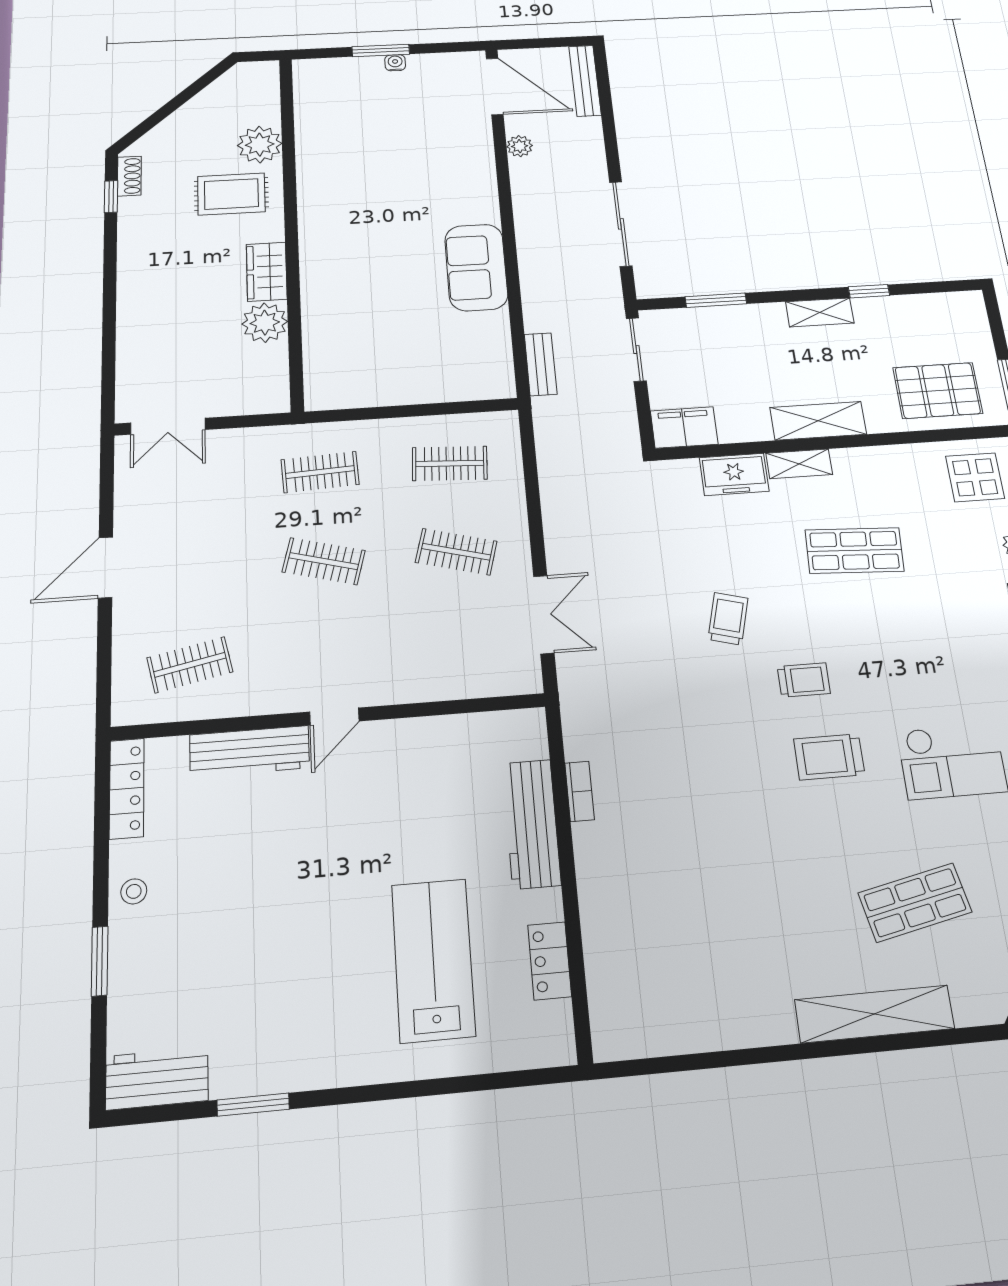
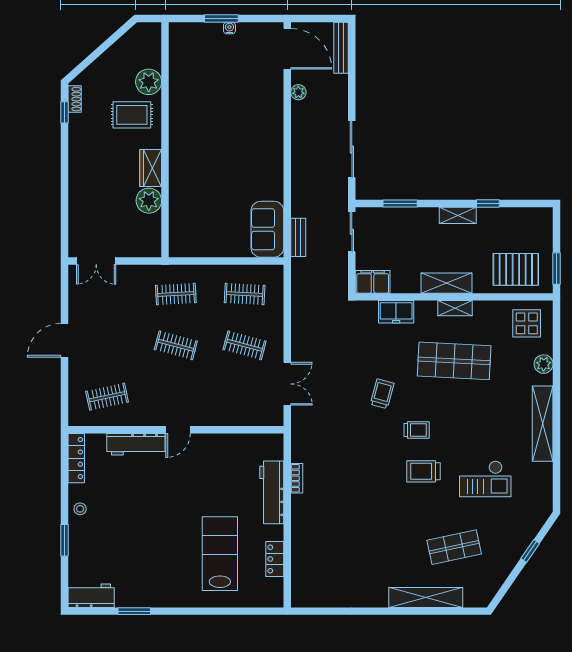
sofa: (476, 267) -> (267, 229), moved
shelving: (799, 464) -> (455, 308), moved
shop shelf: (855, 551) -> (454, 361), width x1.43, depth x1.36

